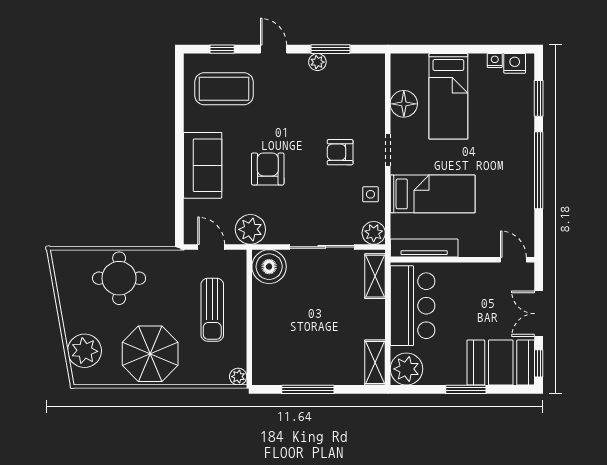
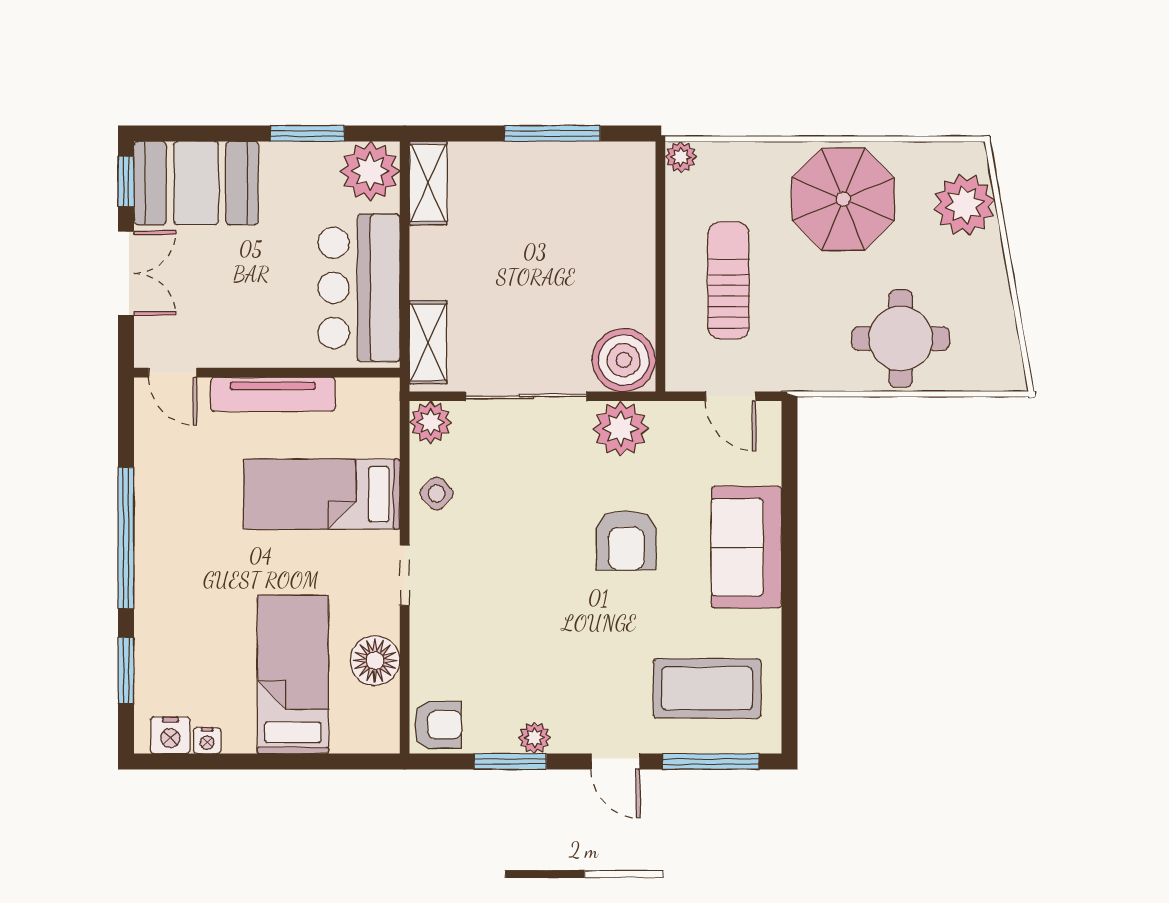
window: (222, 49) -> (711, 761), width x2.17
armchair: (340, 152) -> (438, 725), moved
side table: (370, 194) -> (437, 494), turned 45
plant: (250, 229) -> (621, 429), moved
tv unit: (424, 248) -> (273, 394), moved
window: (466, 389) -> (307, 133), moved

